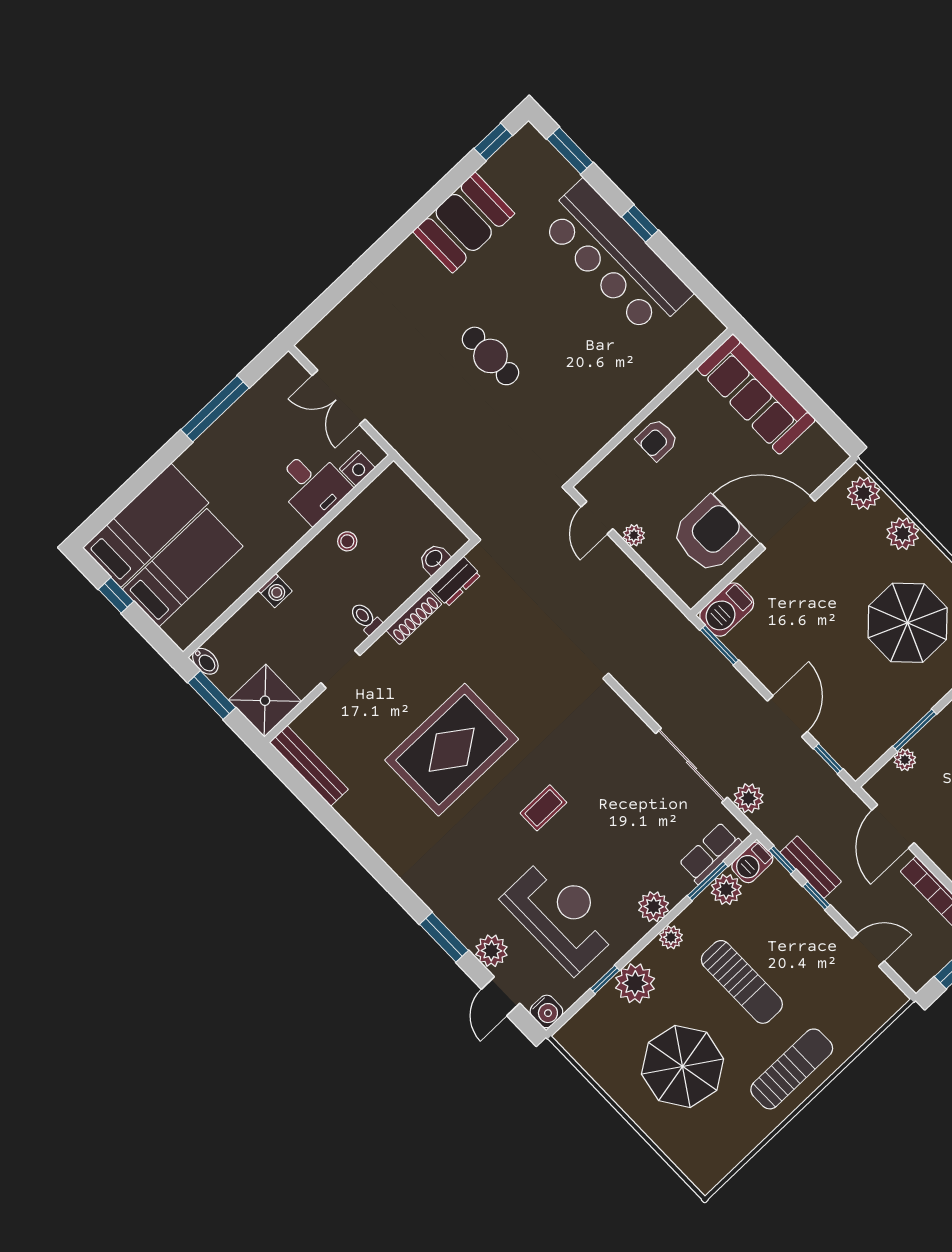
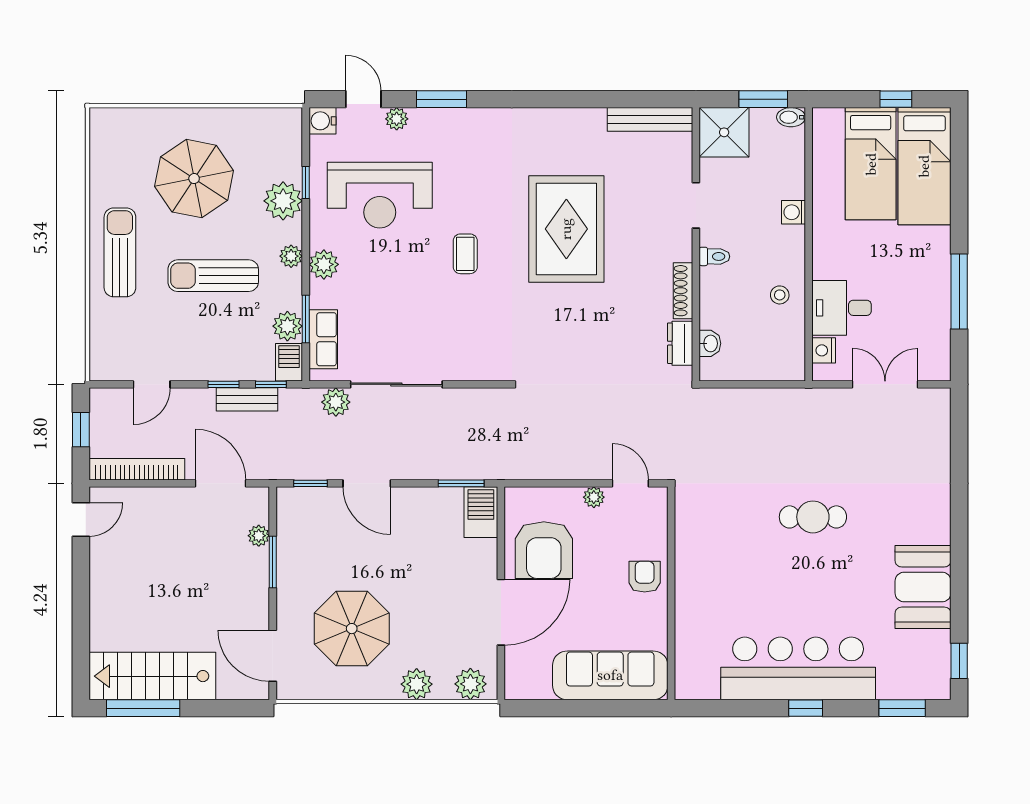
plant: (491, 951) -> (397, 119), width x0.73, depth x0.73
sun lounger: (792, 1069) -> (120, 252), turned 180

